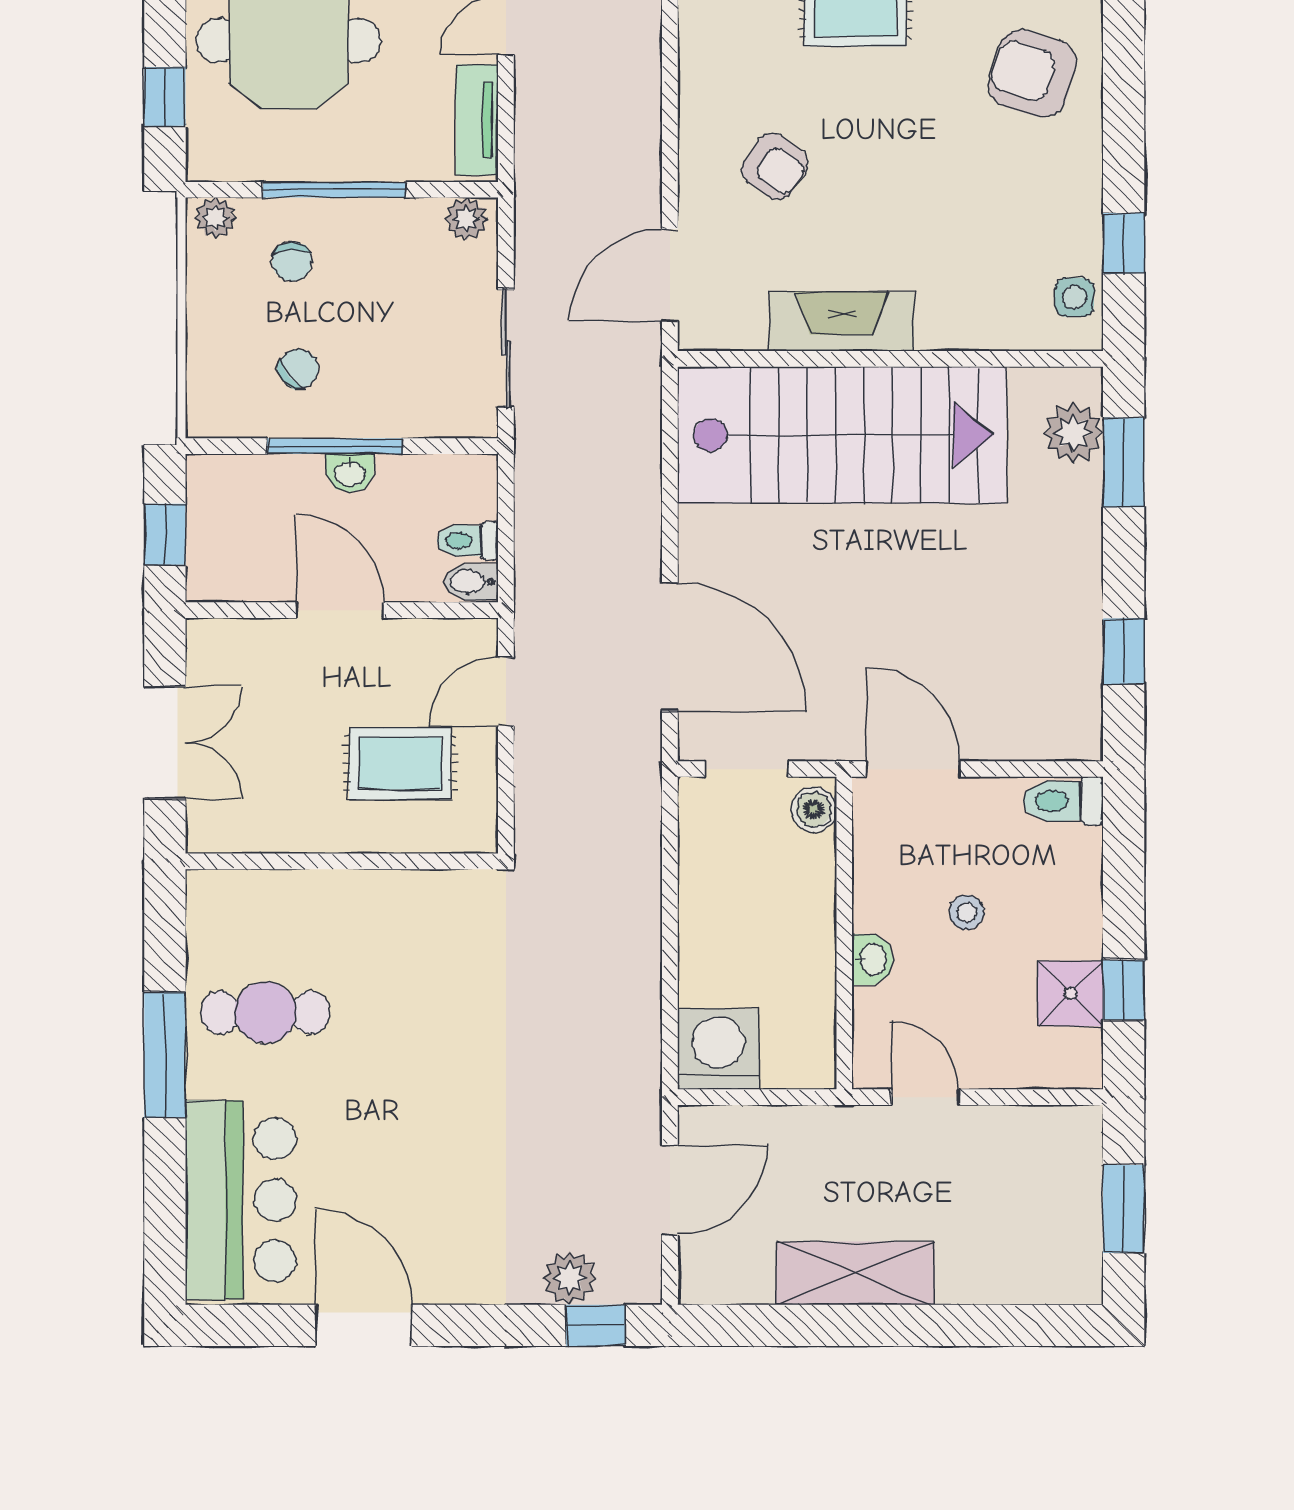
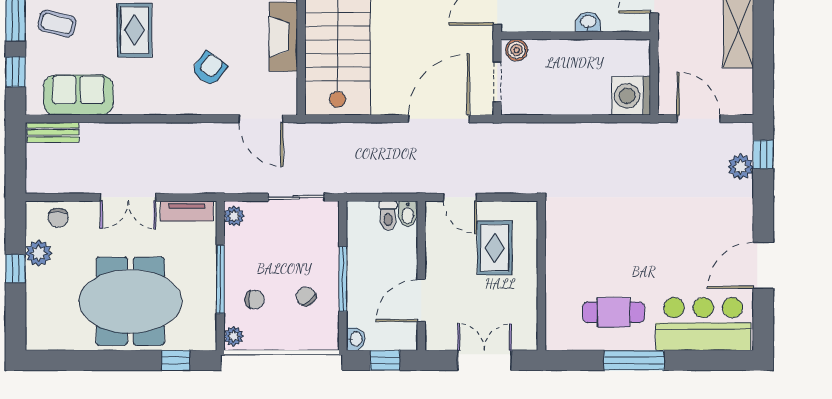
washbasin: (350, 473) -> (356, 339), moved
door: (340, 610) -> (421, 301), moved
cafe table: (265, 1013) -> (614, 312), turned 90

